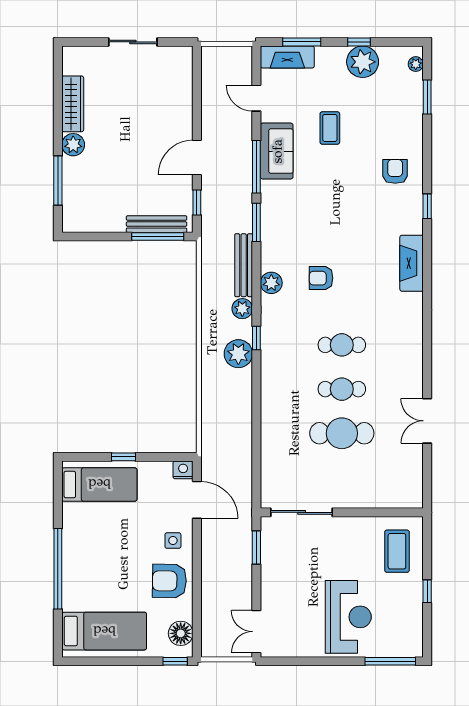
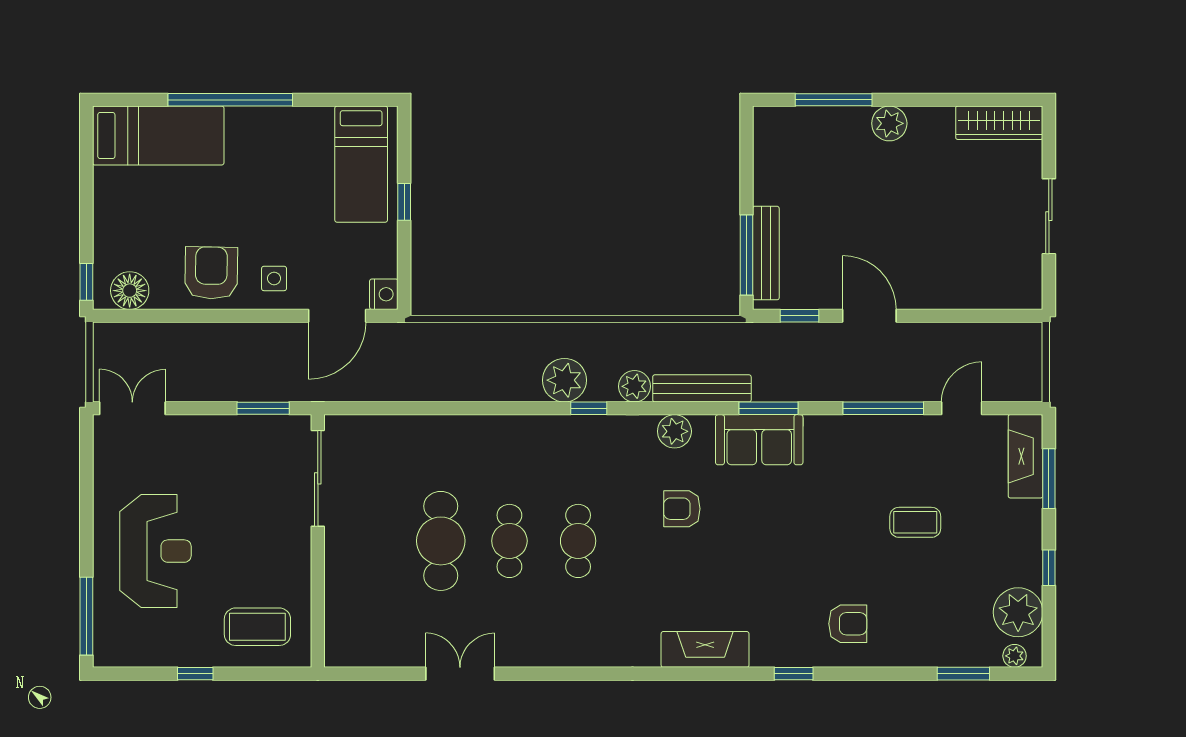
plant: (363, 62) -> (1018, 612), moved
wardrobe: (73, 104) -> (999, 123), moved
sofa: (277, 151) -> (759, 440), moved
window: (256, 167) -> (883, 408), moved
armchair: (321, 278) -> (682, 509), turned -90
reception desk: (348, 617) -> (155, 551), turned -90
bed: (104, 631) -> (158, 136), moved, turned -90

